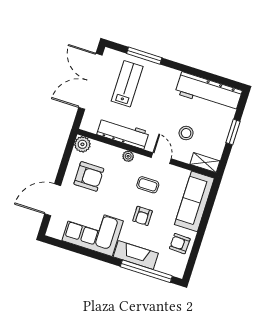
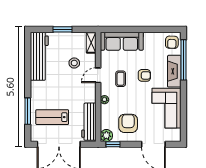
workbench: (123, 133) -> (89, 122), moved
window: (69, 149) -> (113, 144), added
armchair: (180, 244) -> (172, 42), moved

